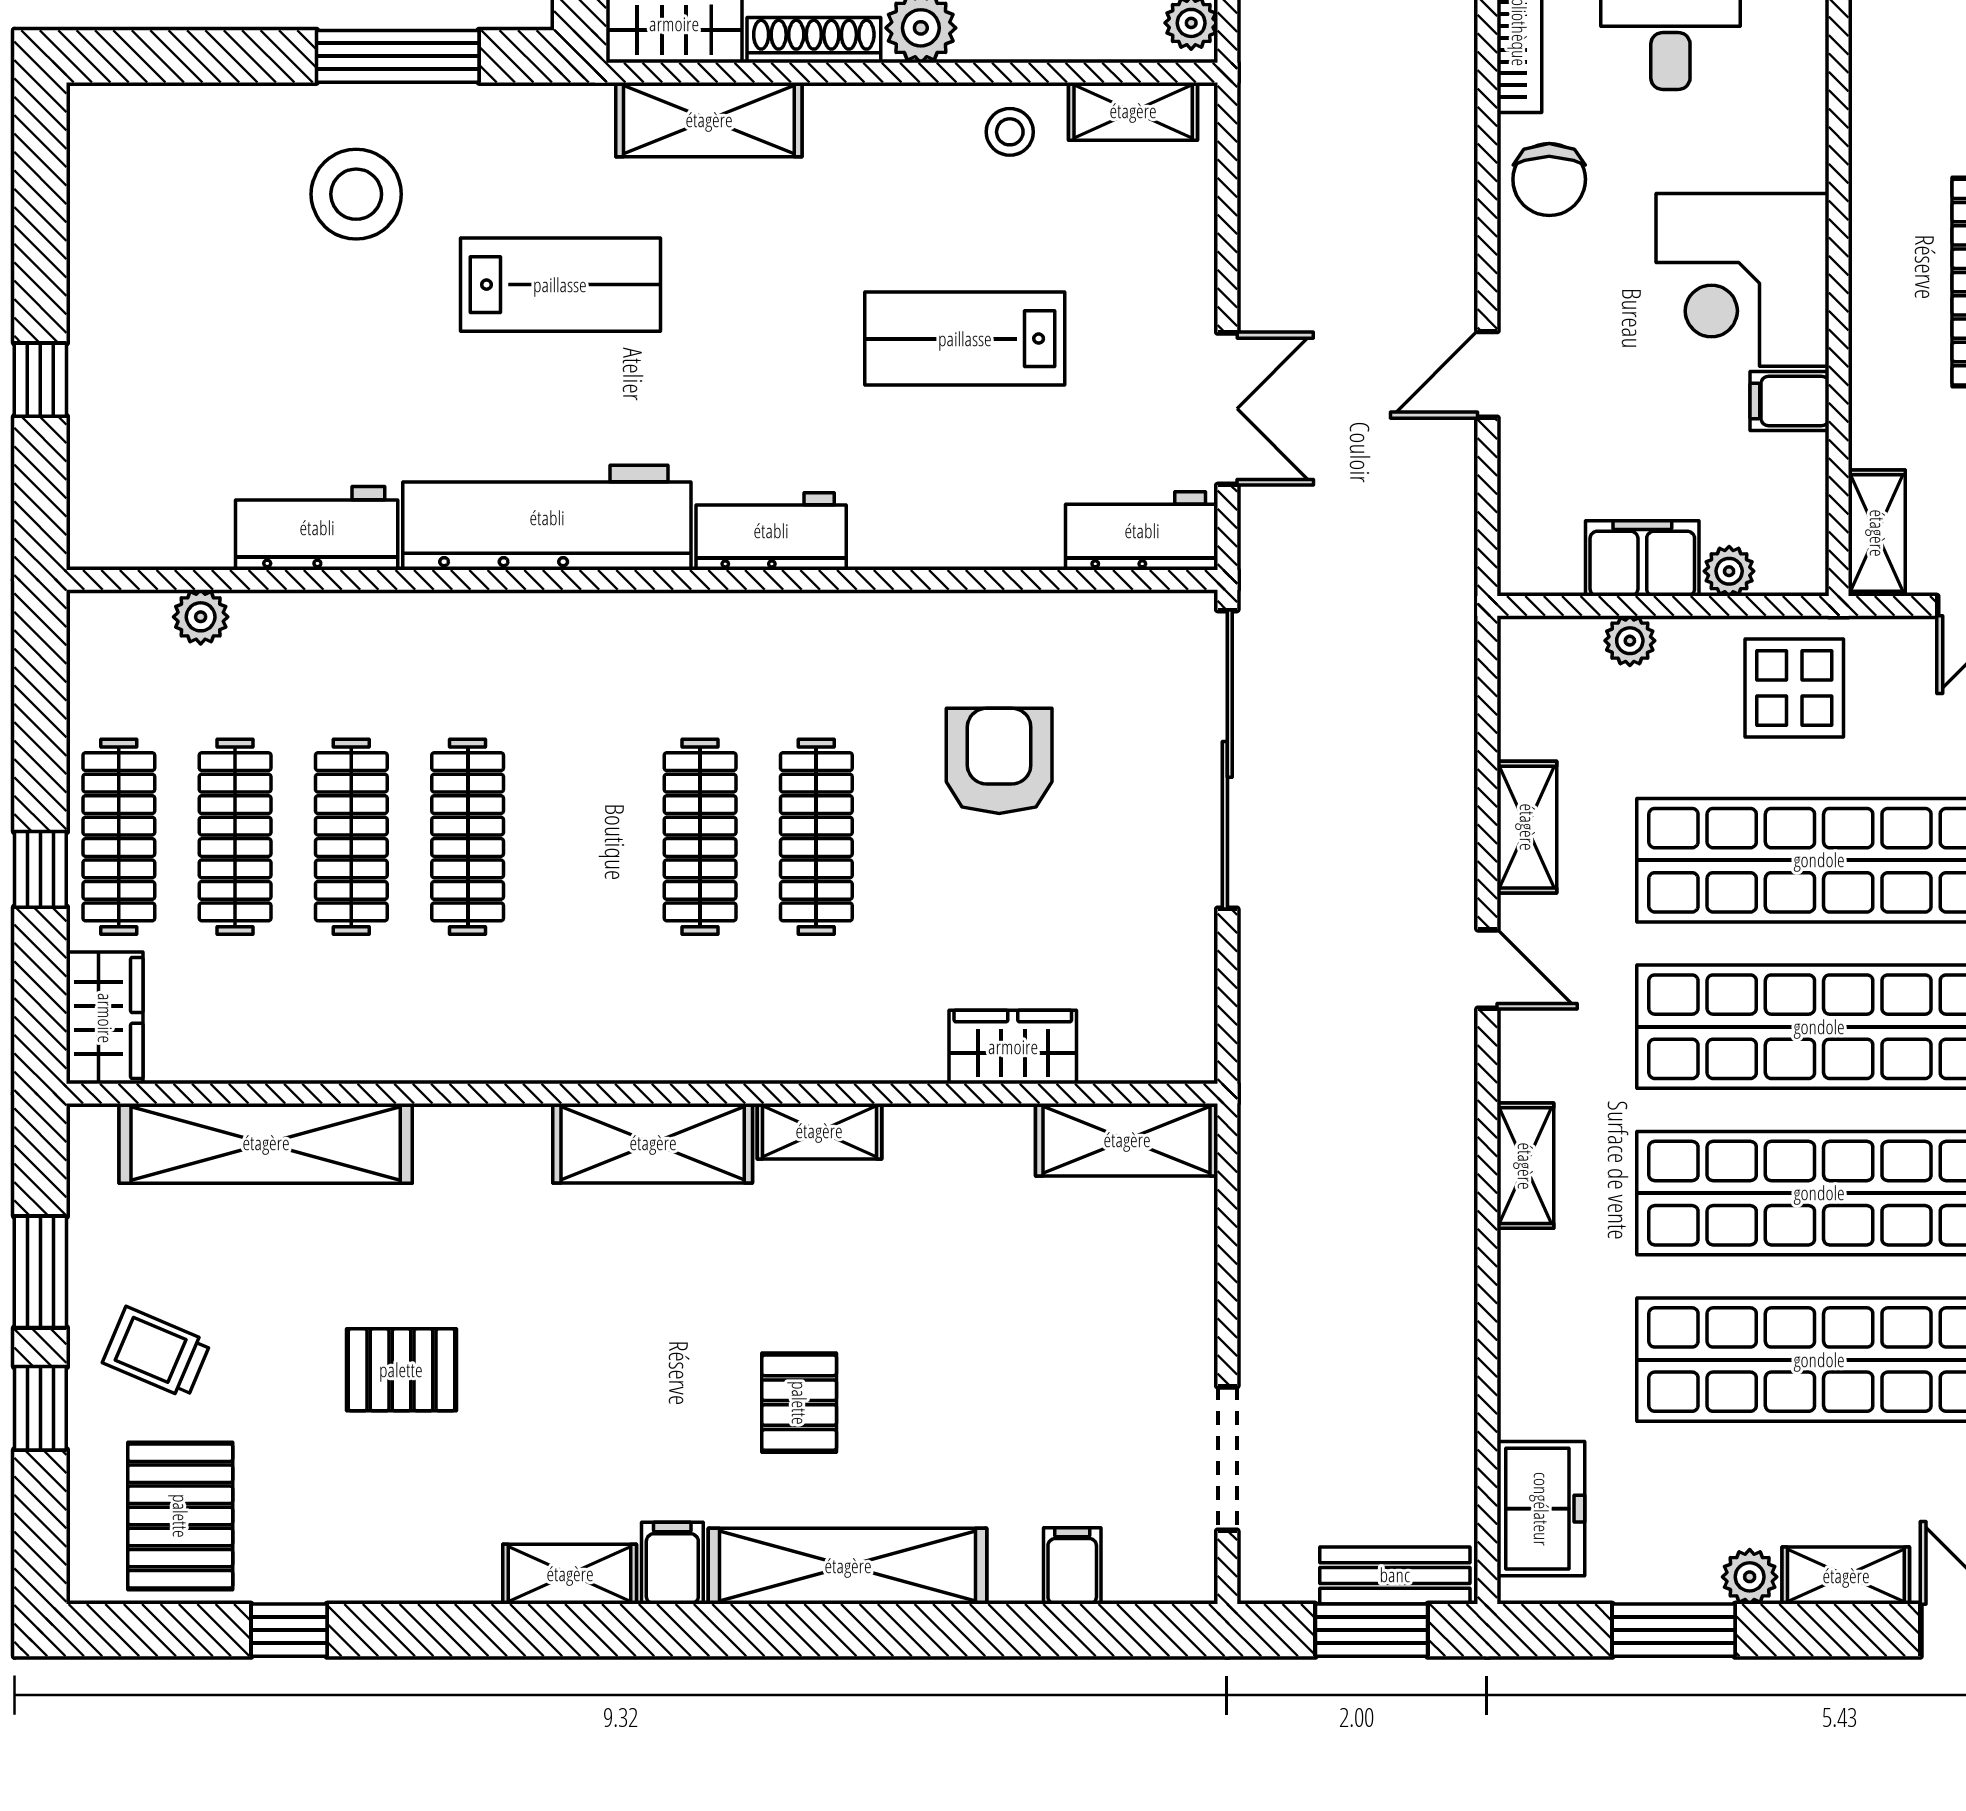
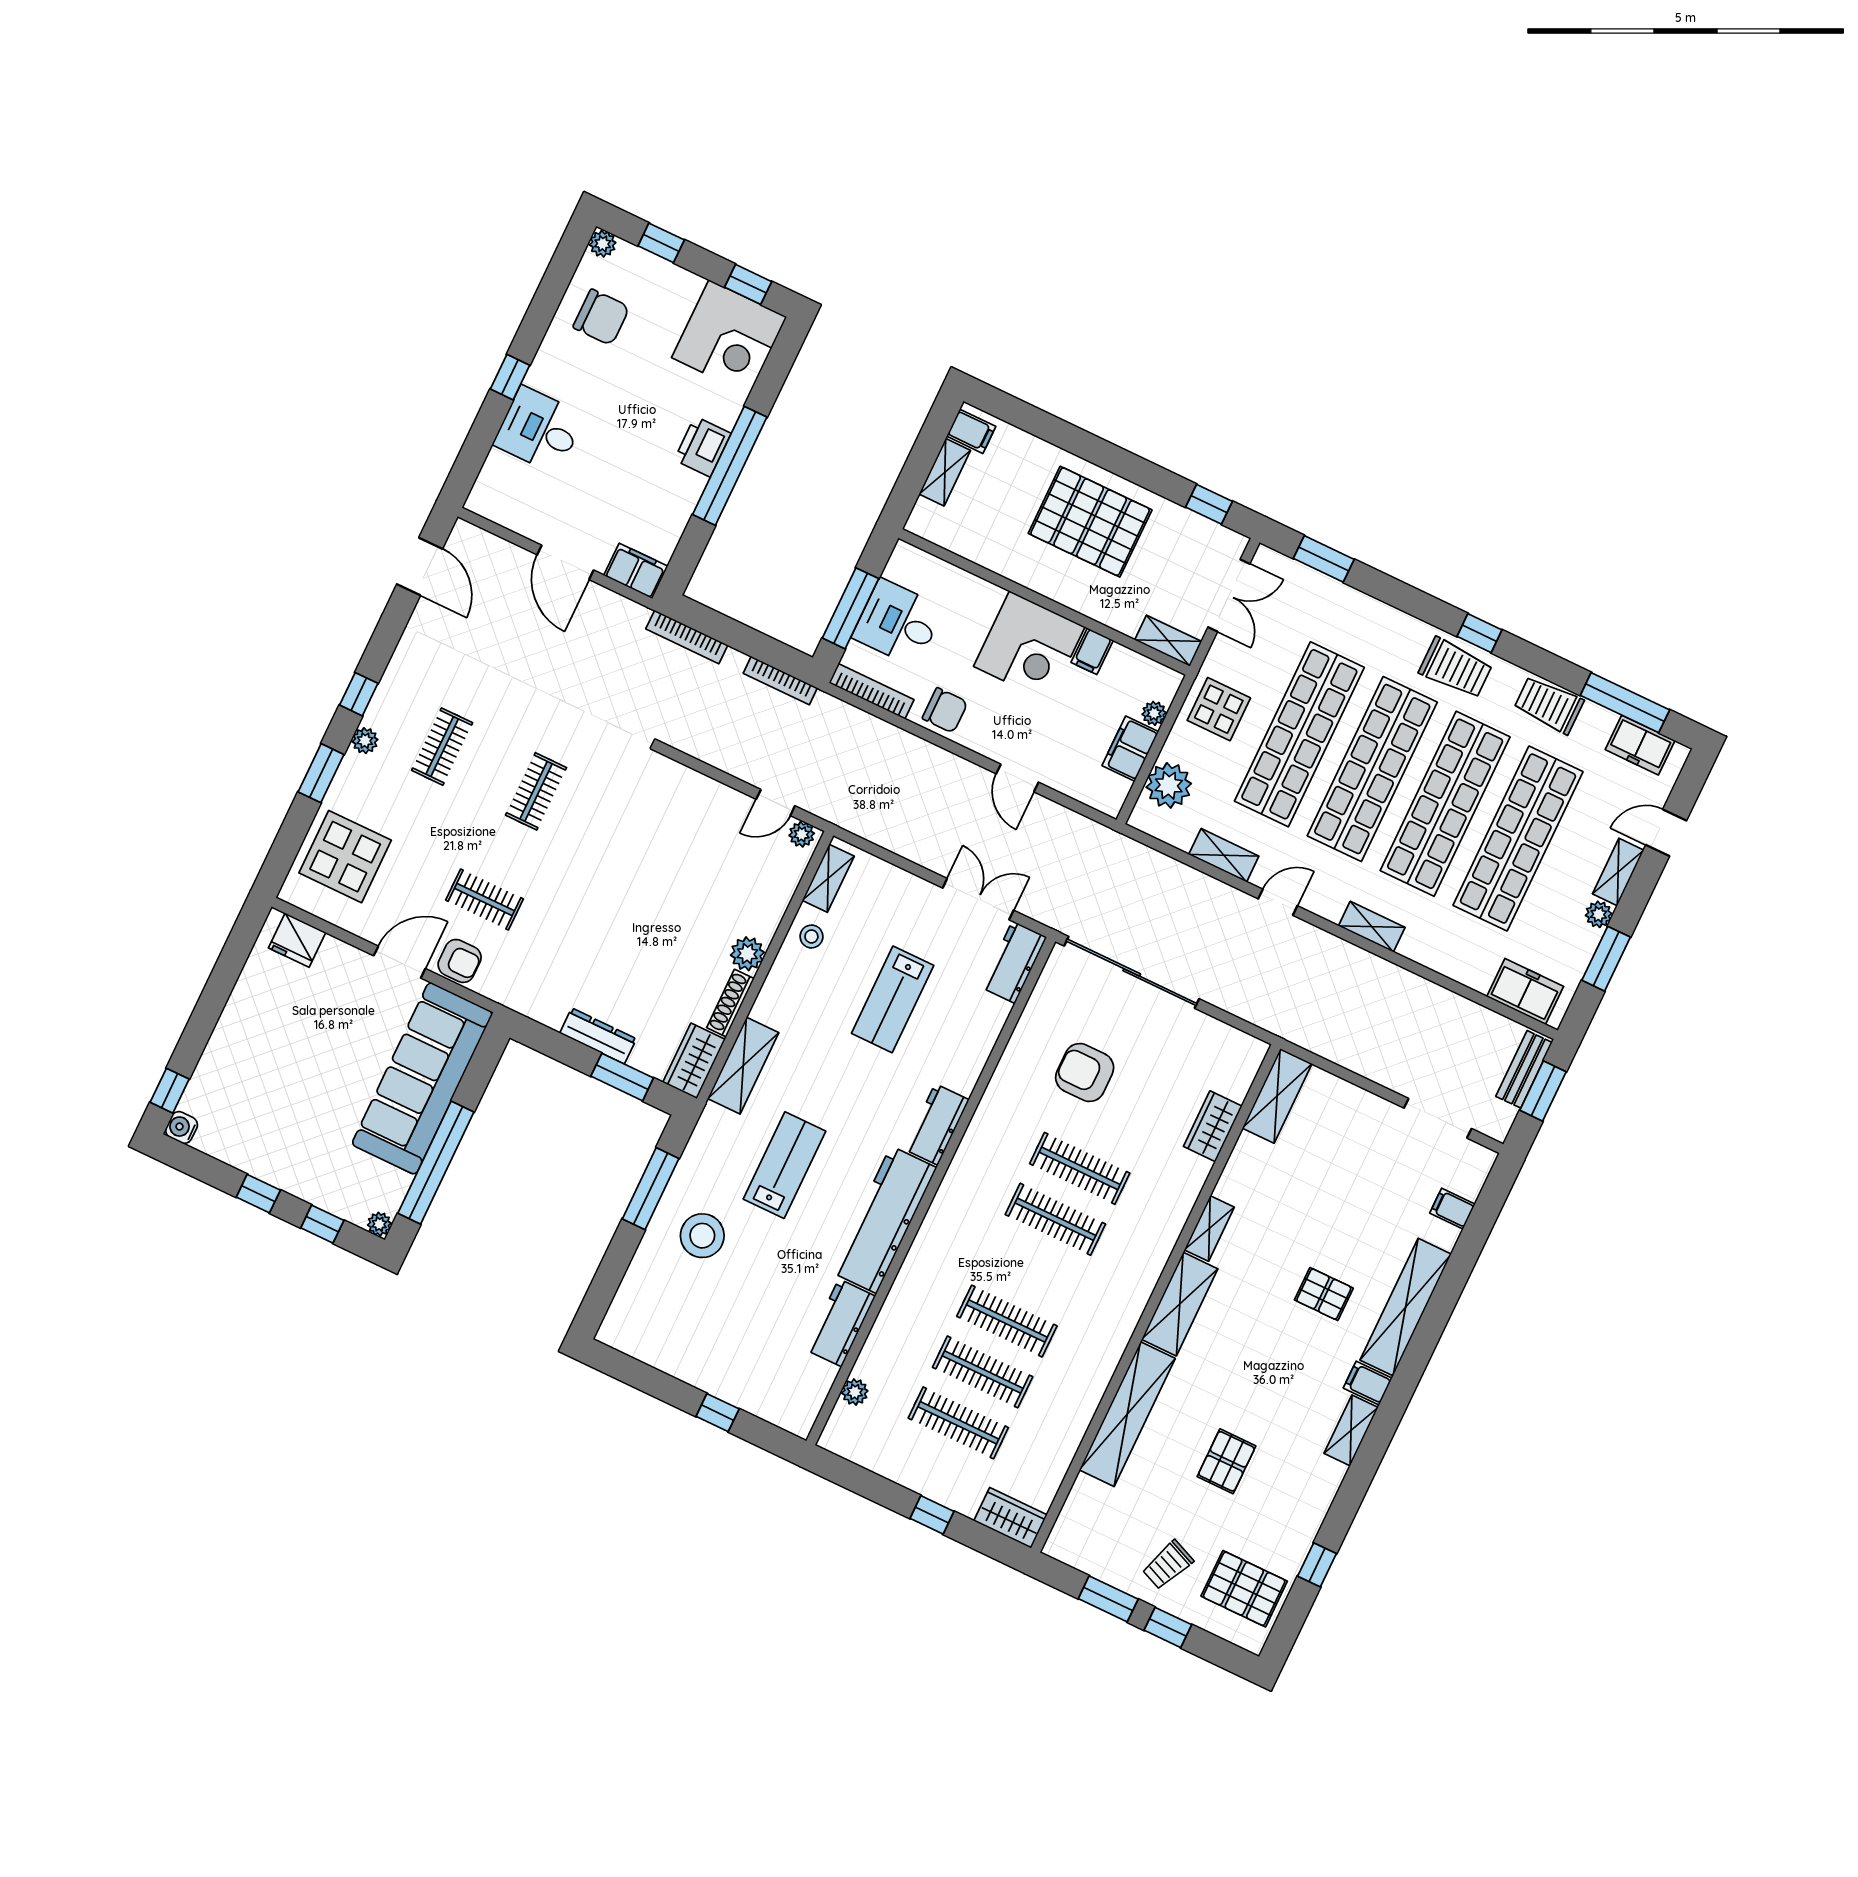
plant: (1630, 641) -> (1169, 785), width x1.87, depth x1.87
clothes rail: (119, 837) -> (934, 1474), removed
shelving: (266, 1143) -> (1127, 1414), moved

